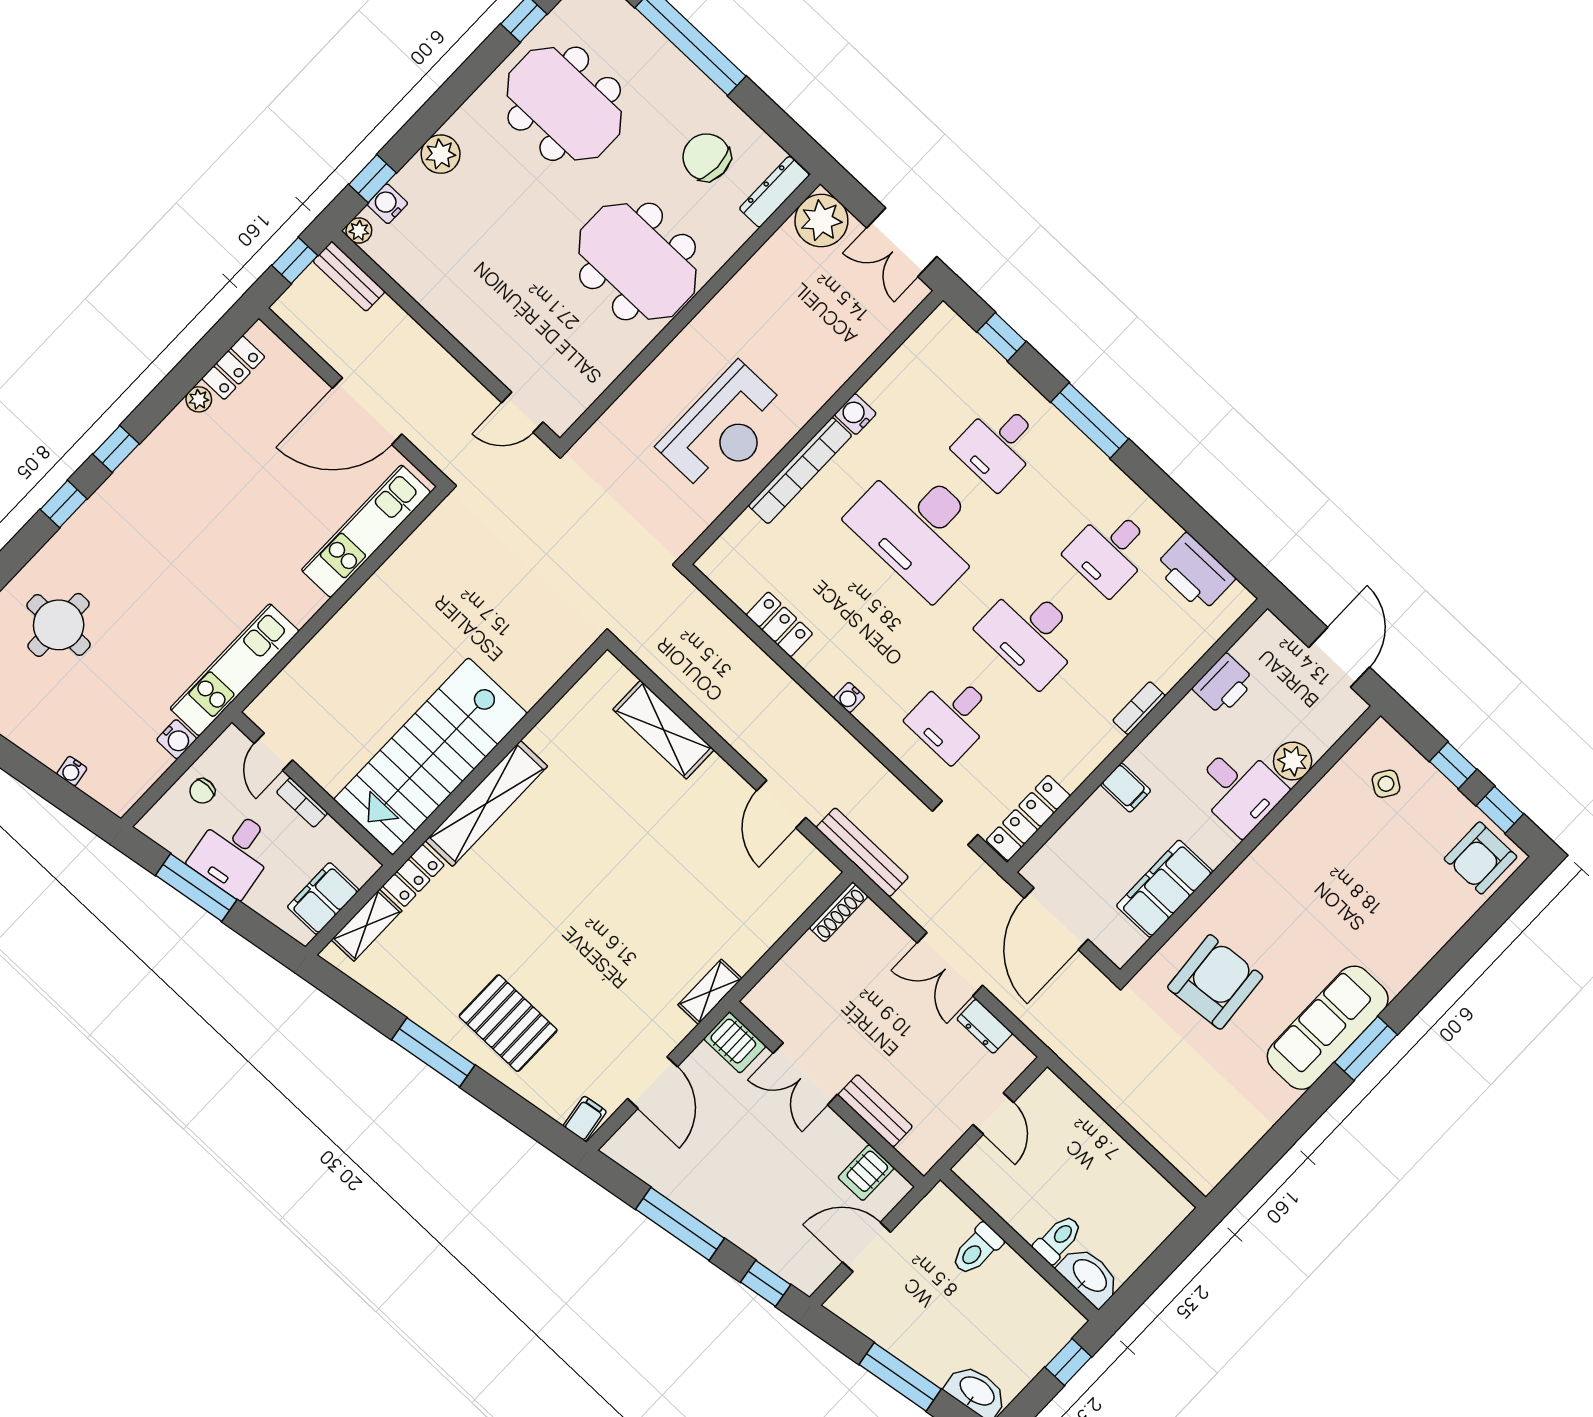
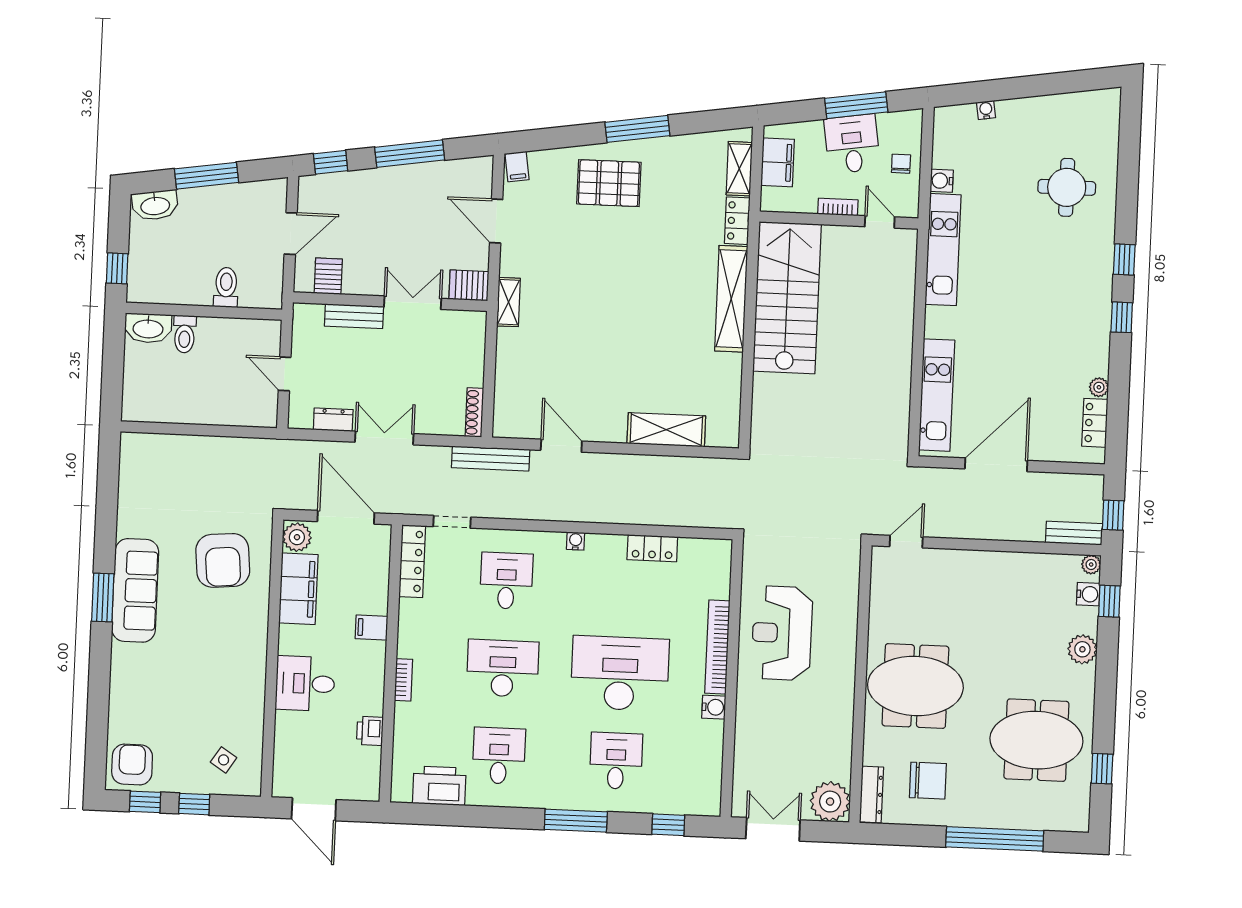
printer: (1224, 684) -> (370, 731), width x0.73, depth x0.81
plant: (1293, 761) -> (297, 537), moved

